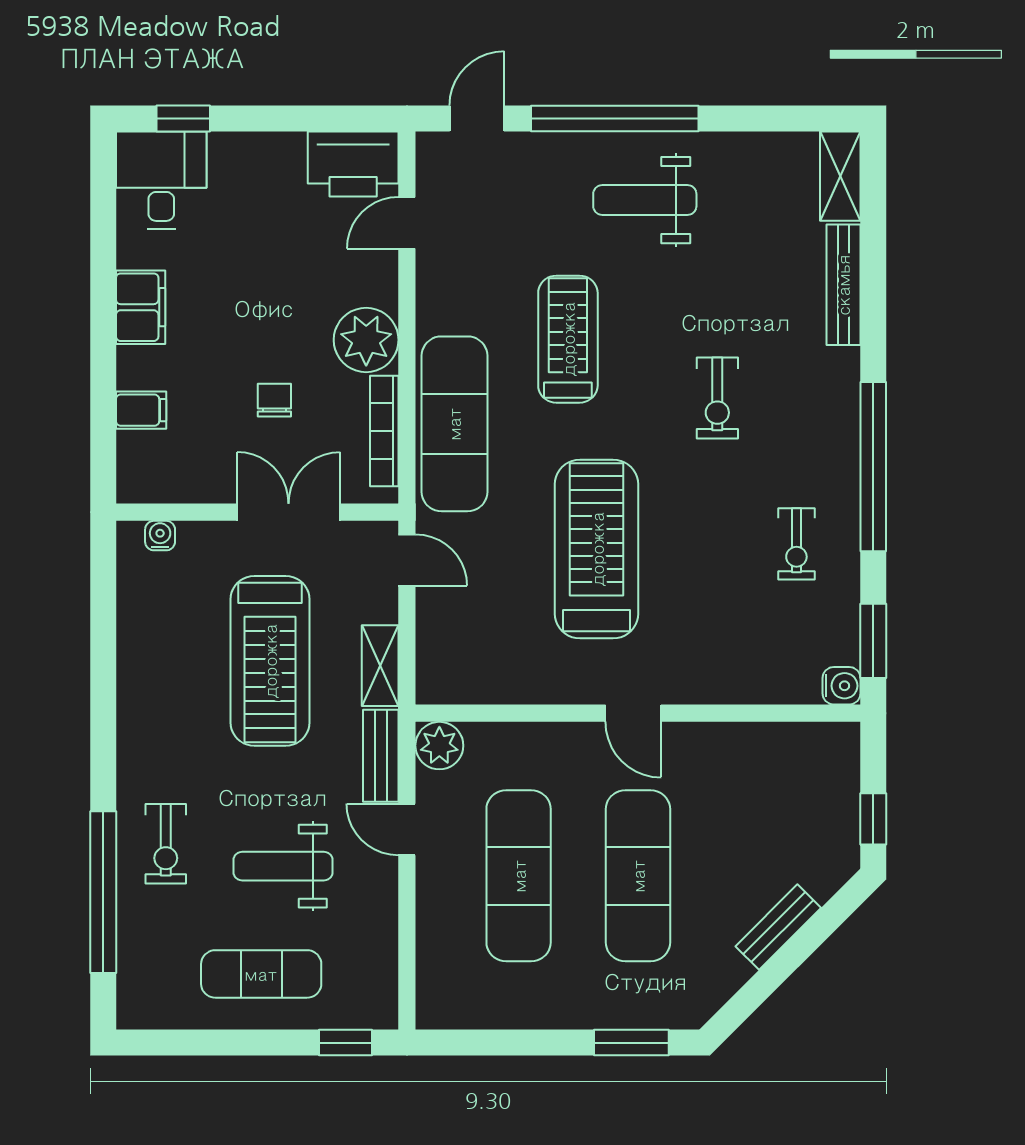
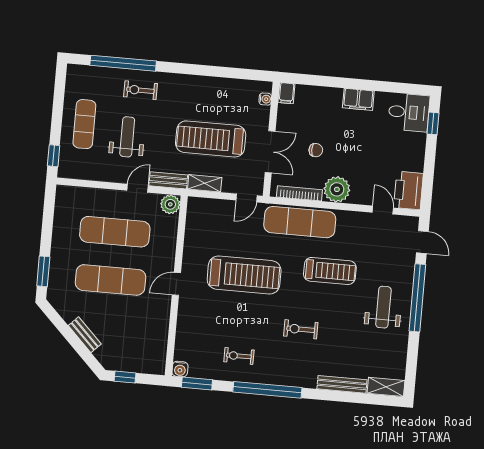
filing cabinet: (141, 410) -> (286, 93), moved

